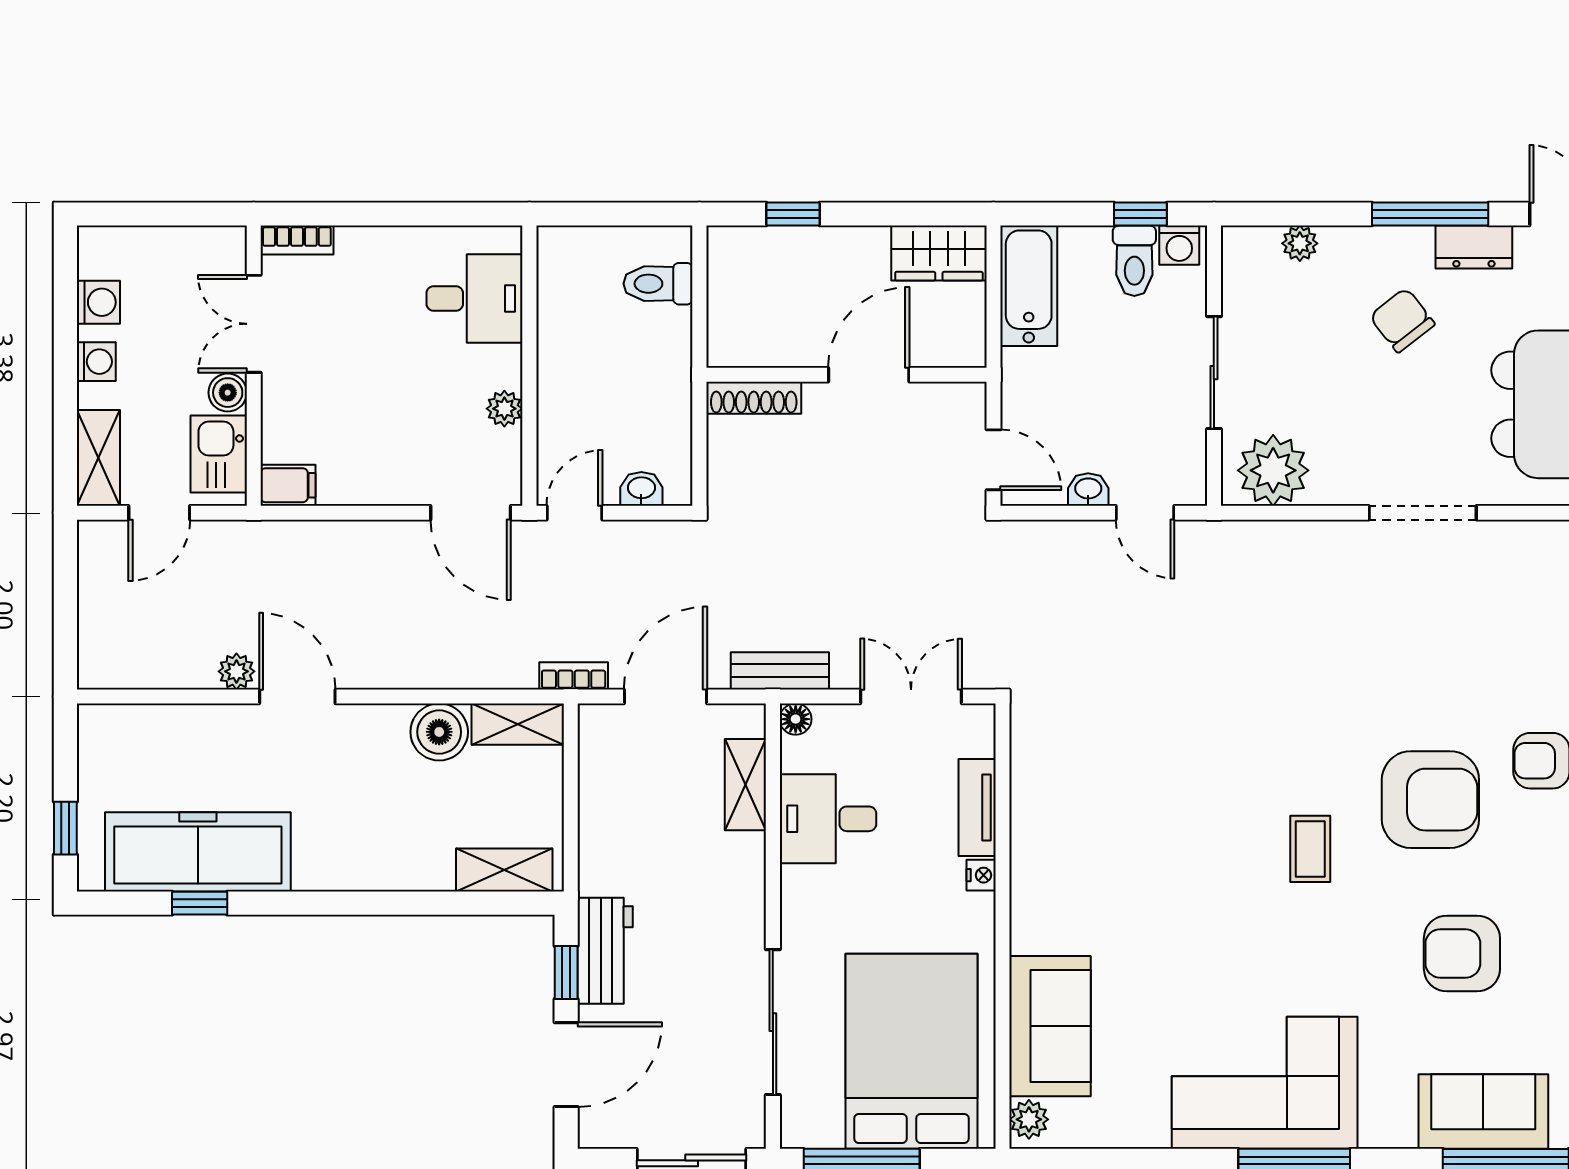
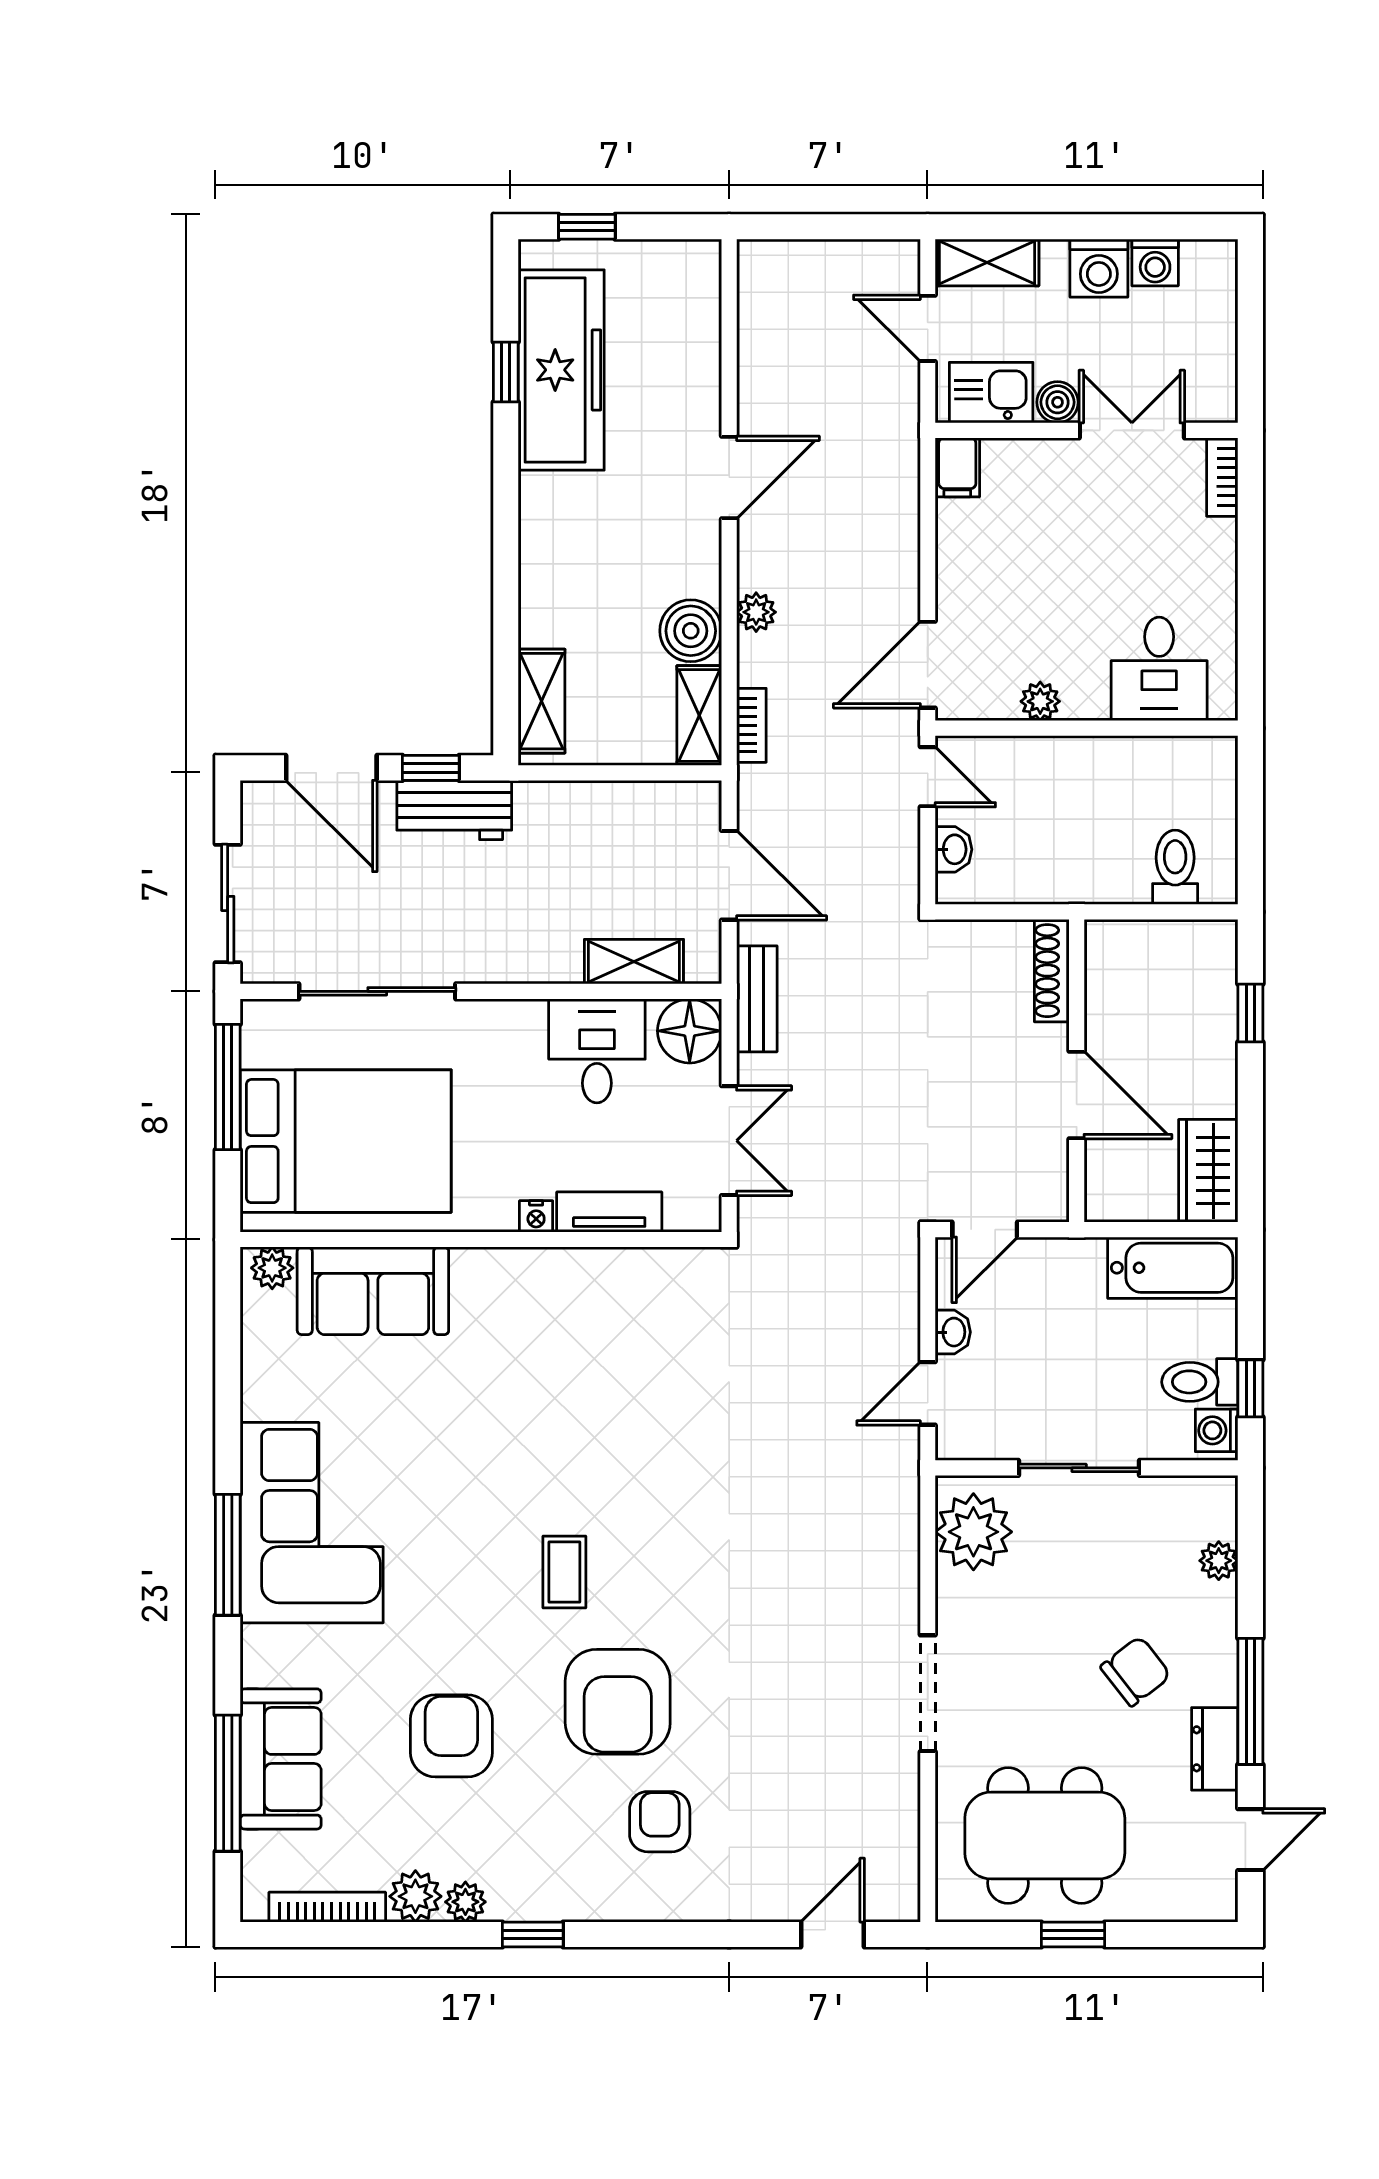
washing machine: (96, 362) -> (1099, 268), width x1.38, depth x1.38
plant: (236, 671) -> (756, 612), moved
bookcase: (574, 676) -> (751, 725), moved
floor lamp: (796, 719) -> (690, 1031), width x1.89, depth x1.89
coffee table: (1310, 849) -> (564, 1572), turned 90

